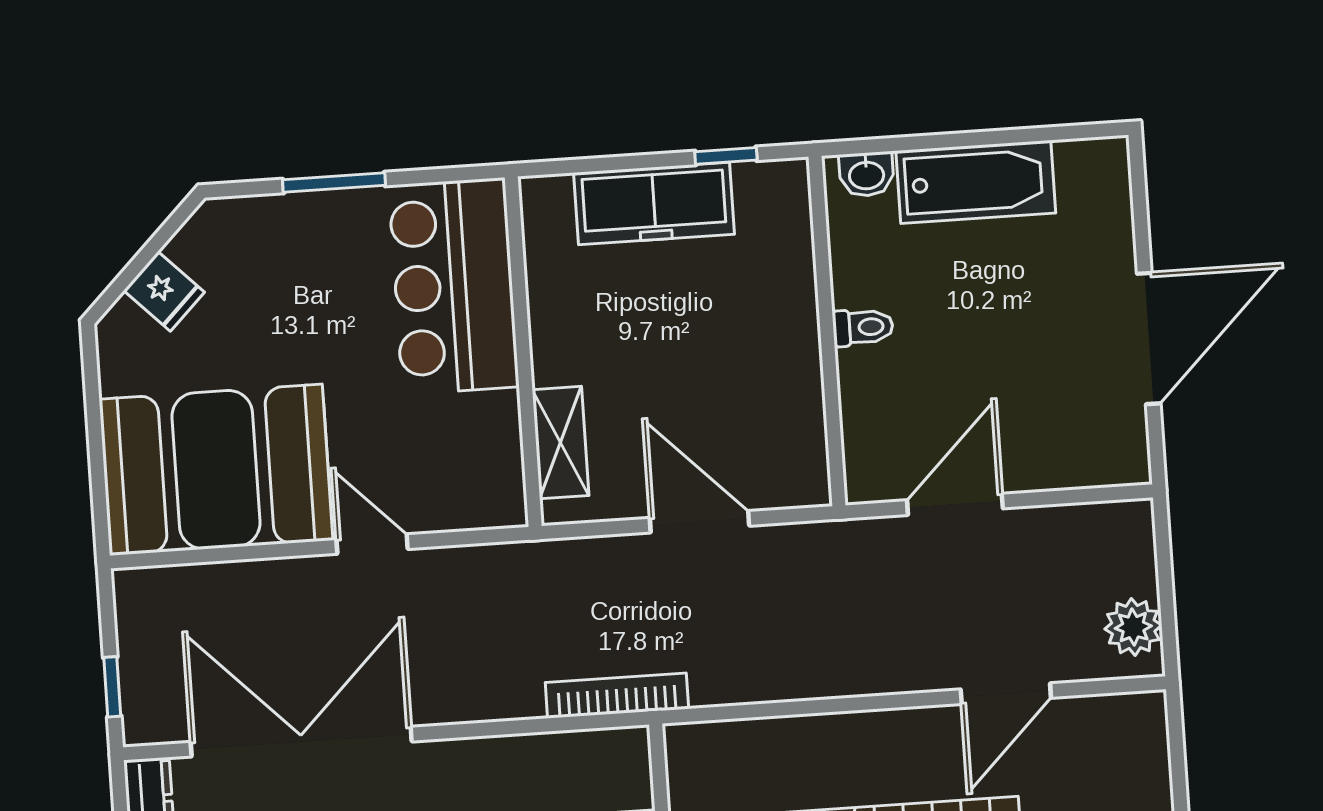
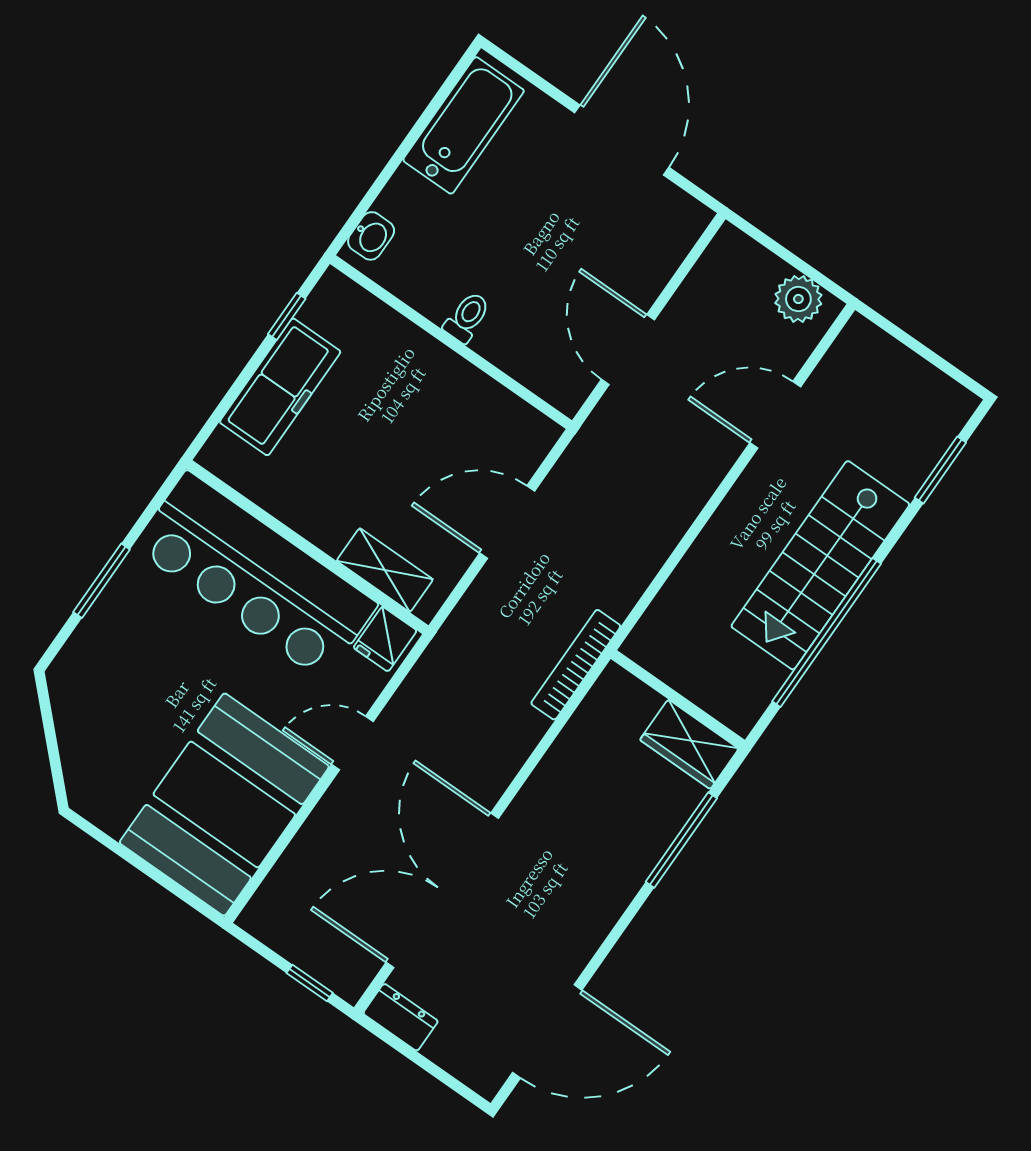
bathtub: (976, 182) -> (464, 125), moved
bar counter: (454, 286) -> (255, 576), width x1.36
fridge: (164, 291) -> (385, 639), moved, turned 135
door: (1006, 694) -> (775, 415), swing flipped

